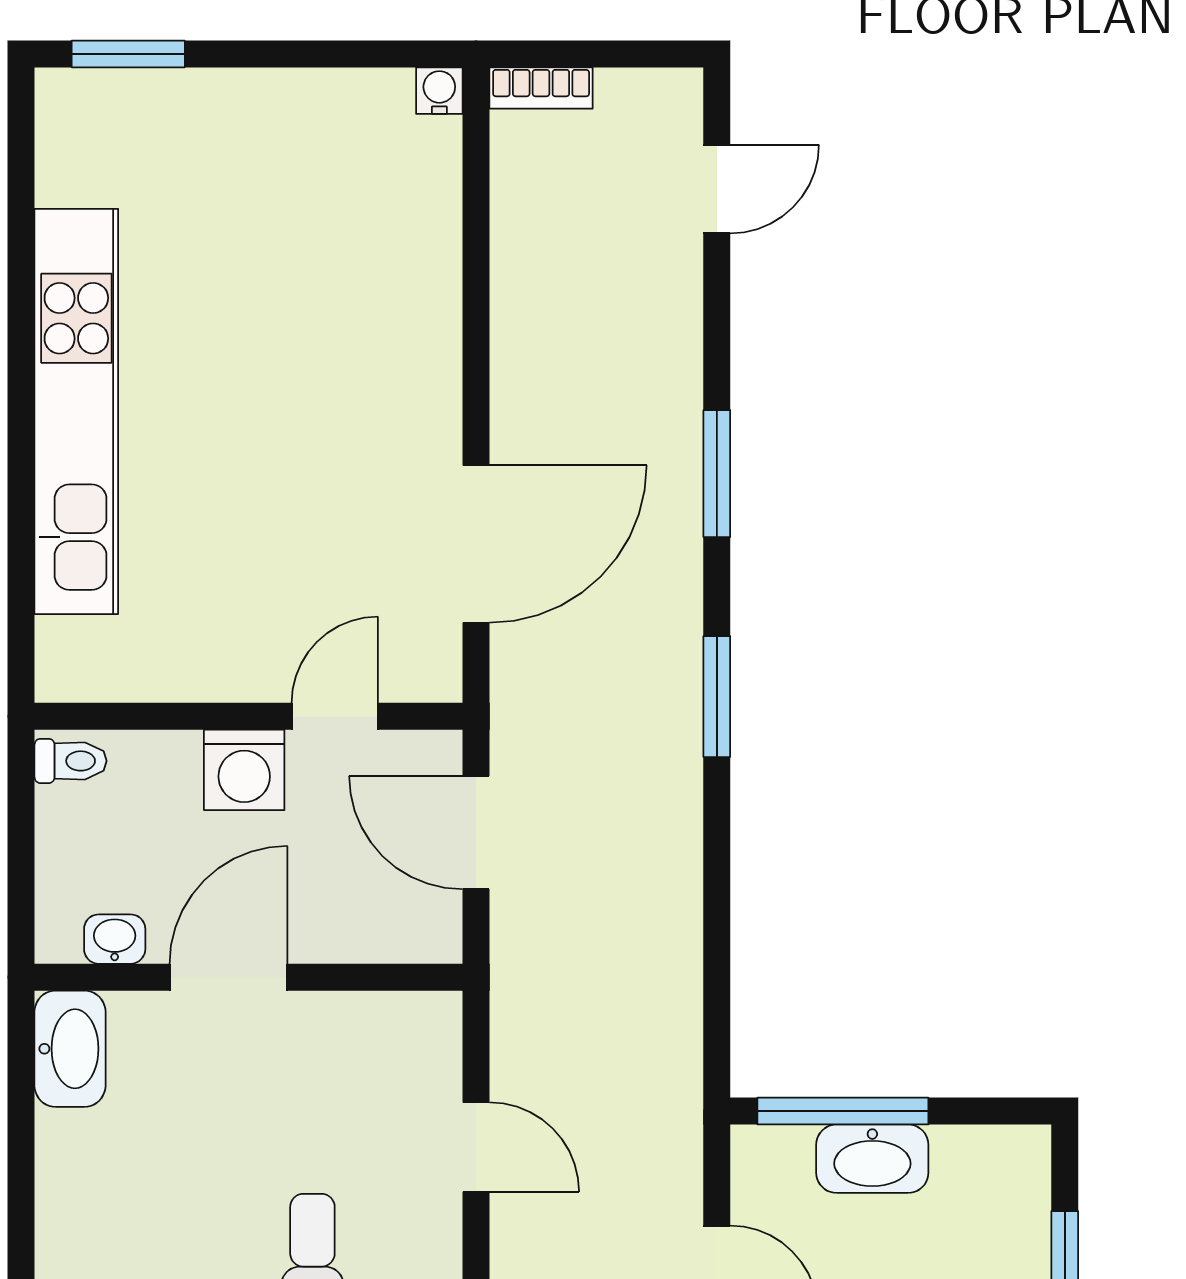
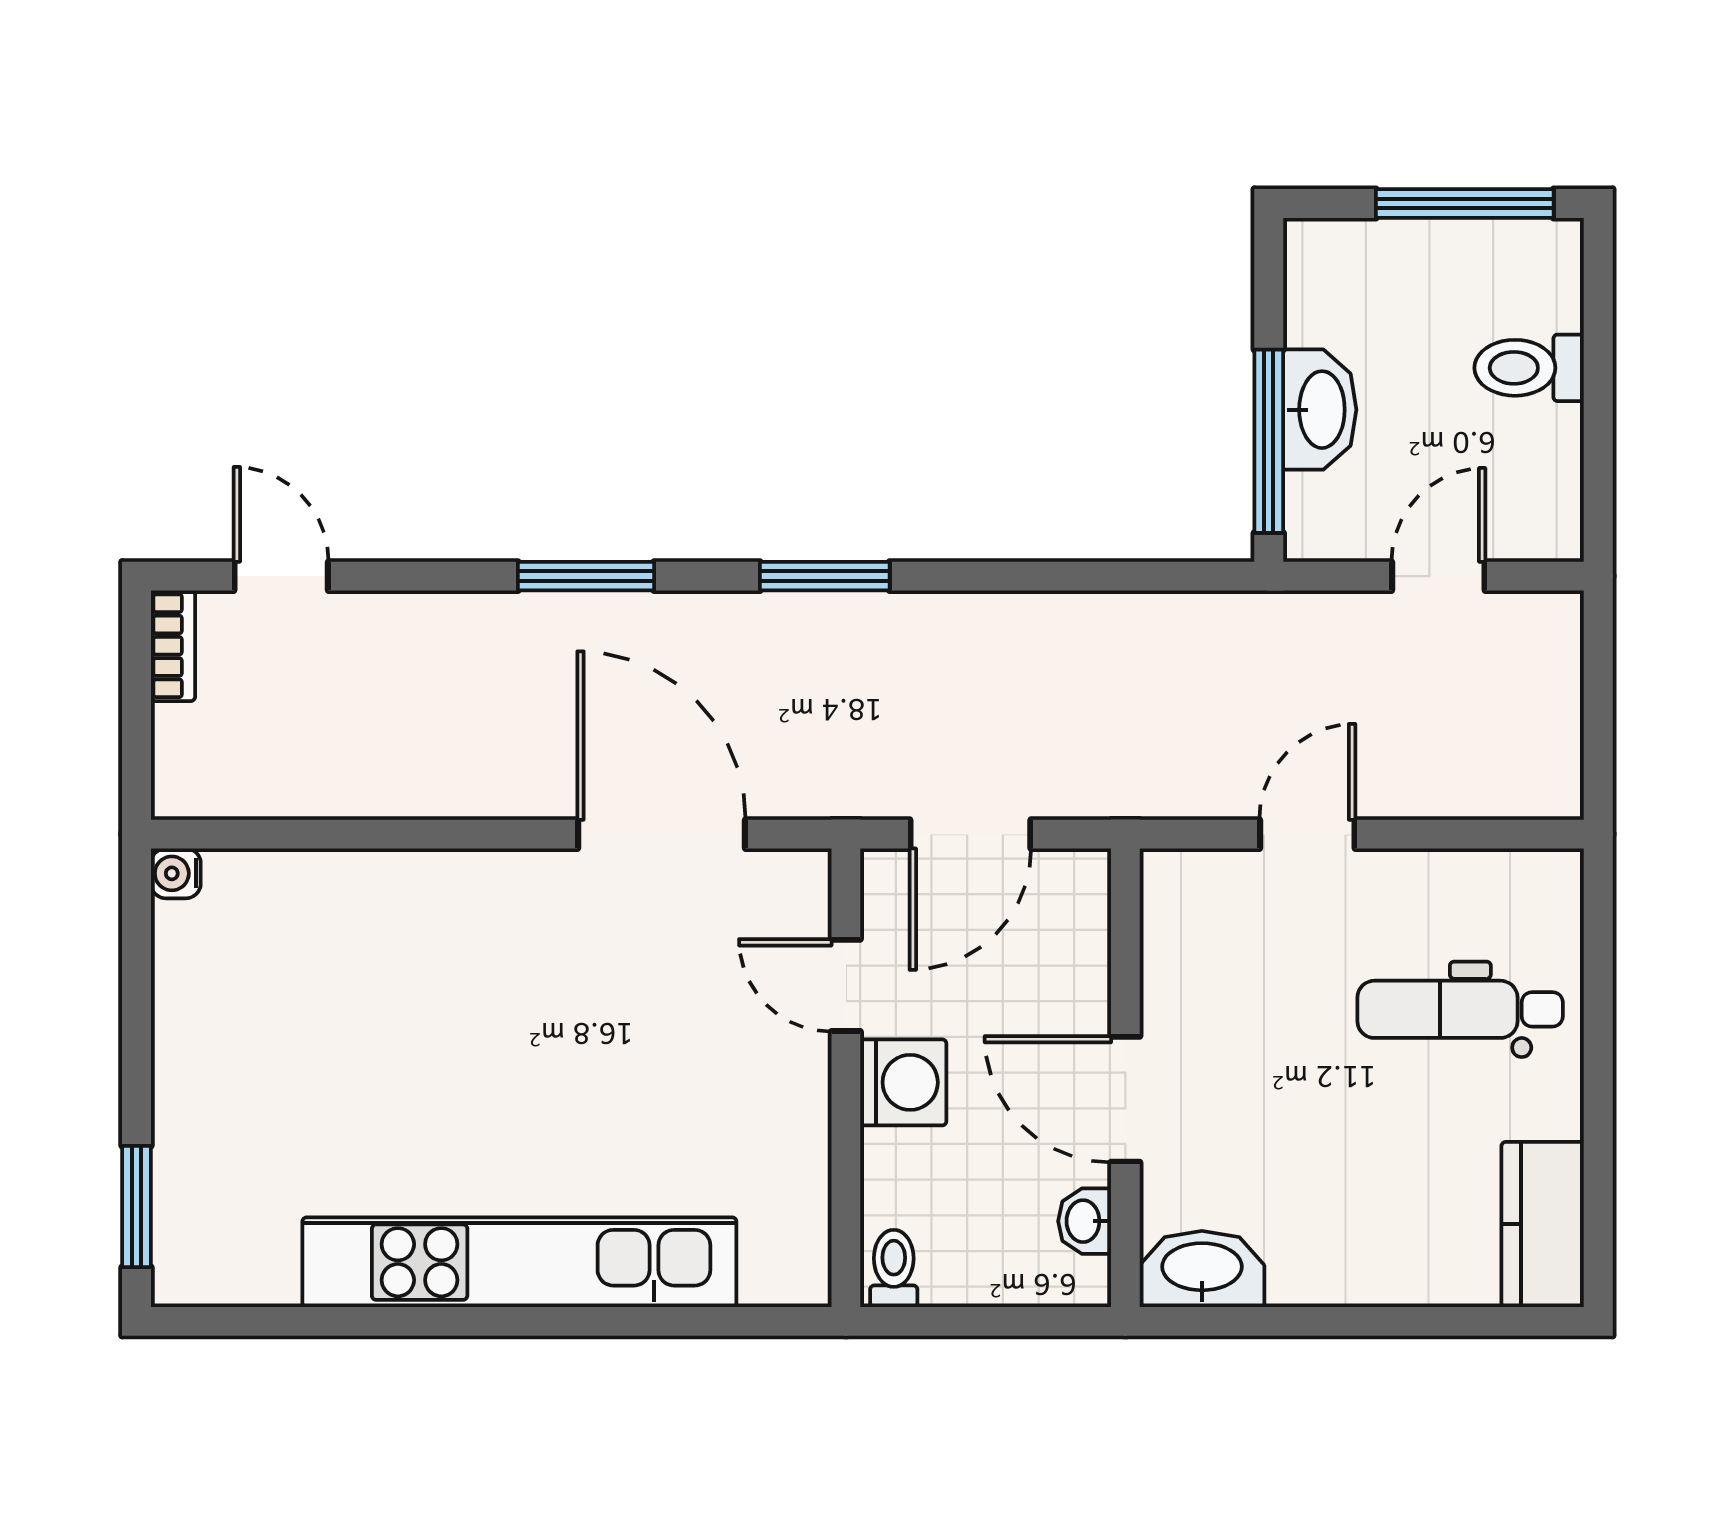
bookcase: (541, 88) -> (173, 646), moved

